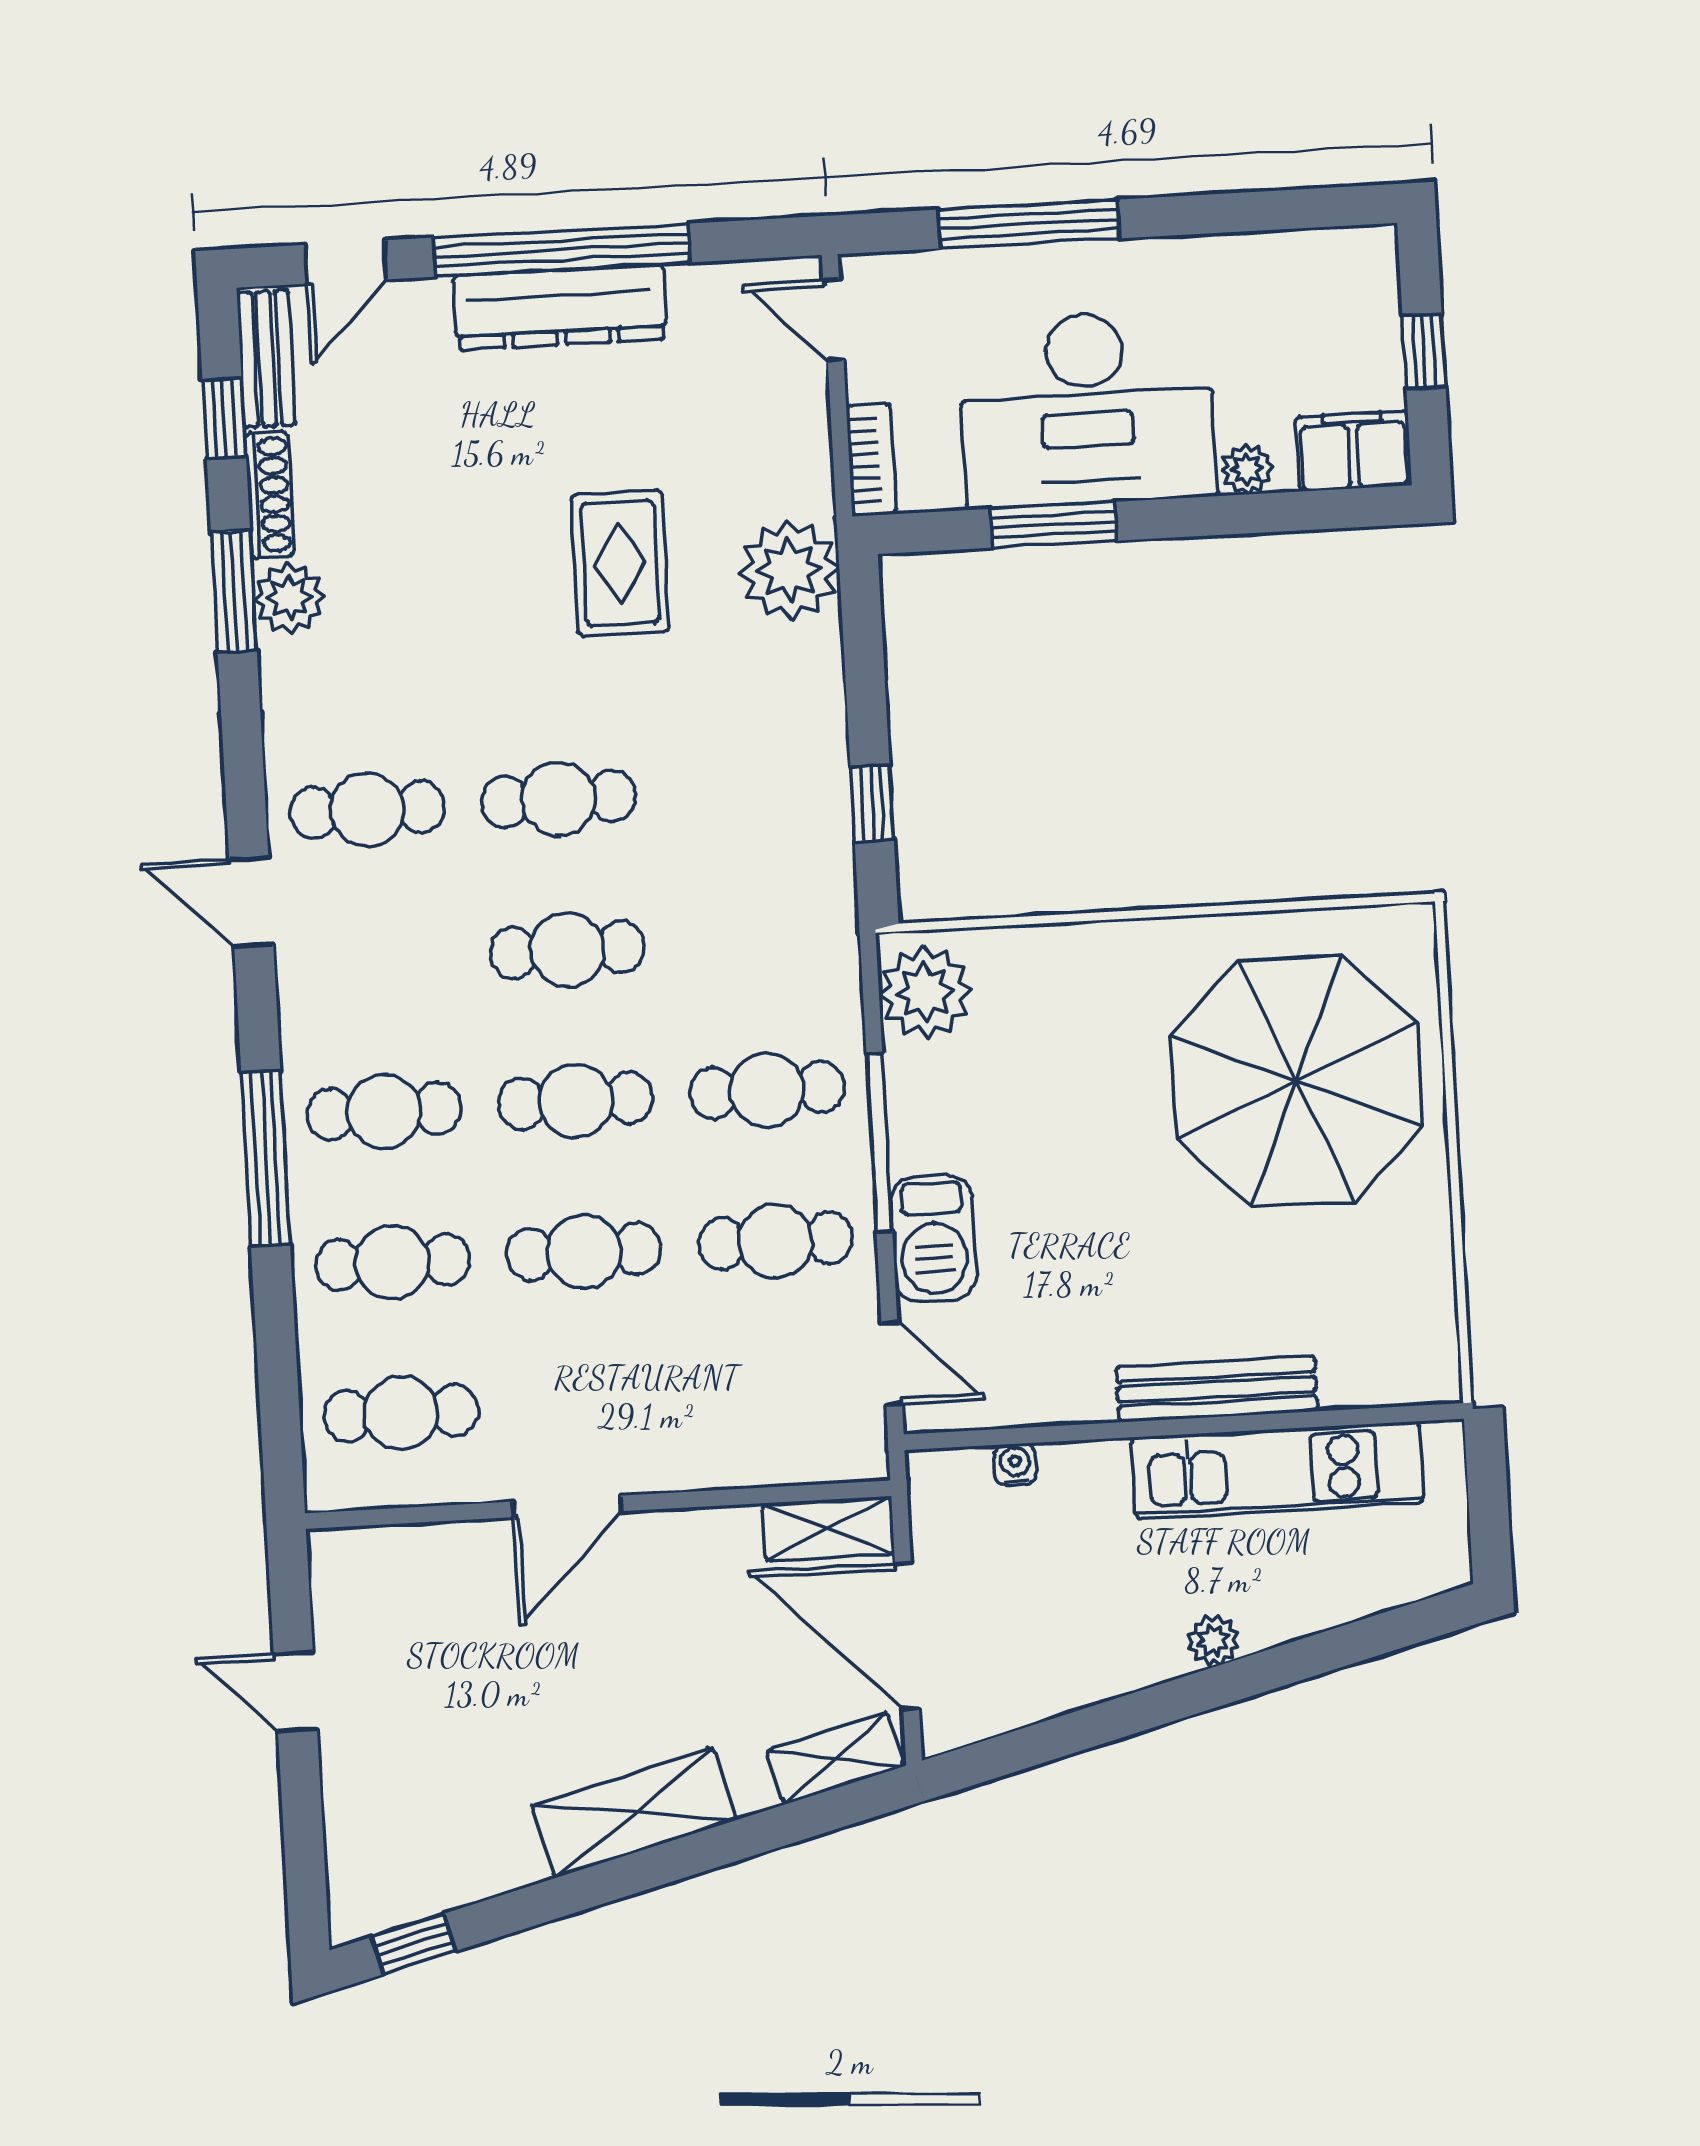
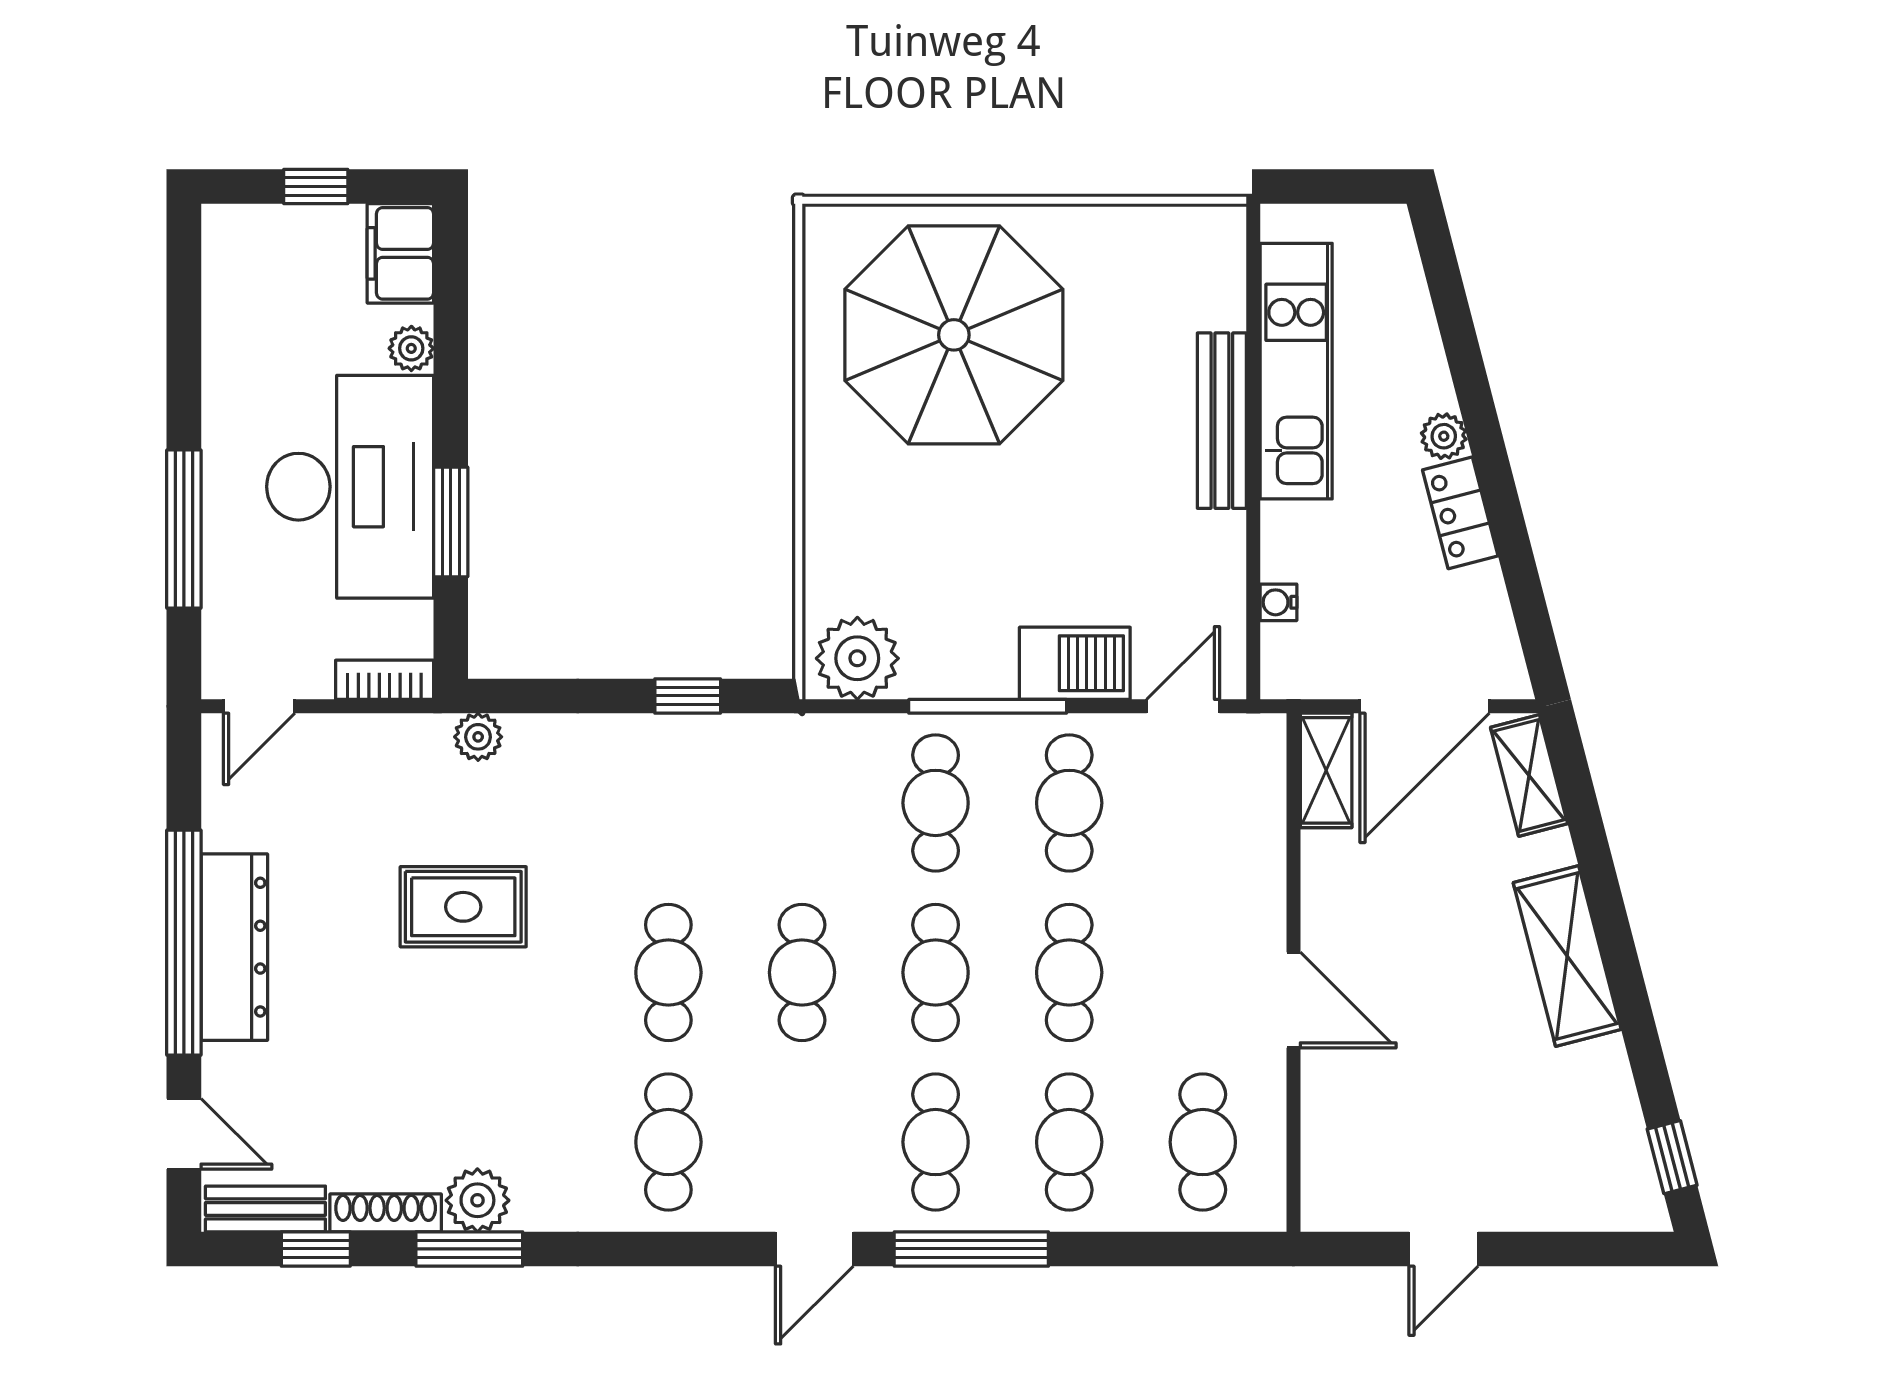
plant: (789, 570) -> (478, 737), width x0.53, depth x0.53
door: (251, 902) -> (814, 1249), moved
locker: (1128, 1664) -> (1460, 513), added

